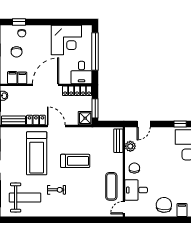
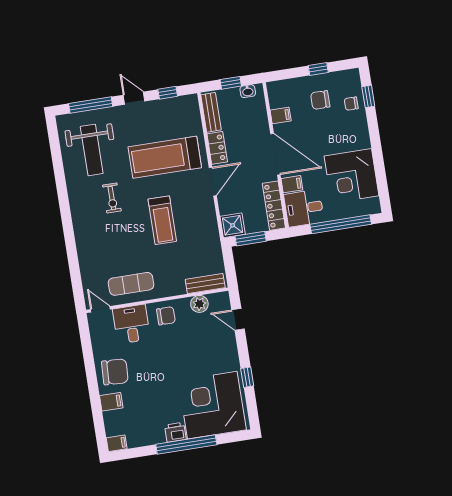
filing cabinet: (12, 78) -> (292, 184), moved

